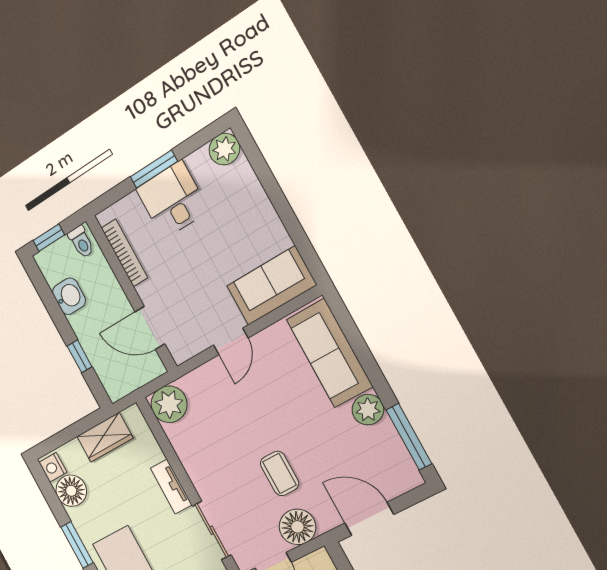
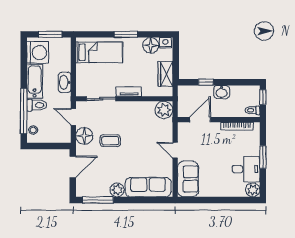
desk: (172, 200) -> (246, 169), moved
washbasin: (69, 296) -> (222, 92), moved

